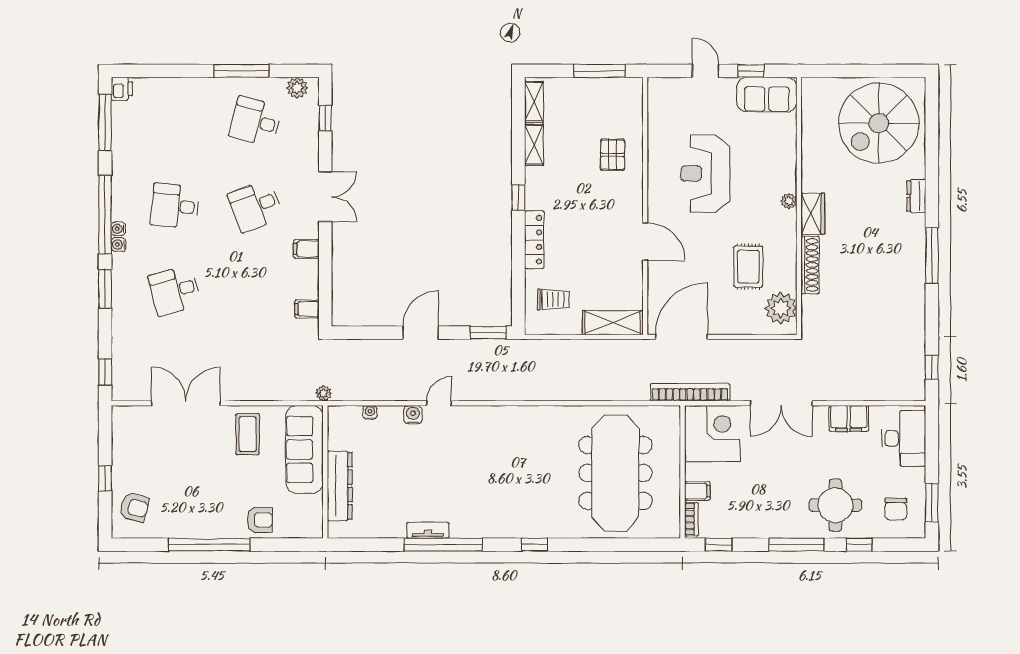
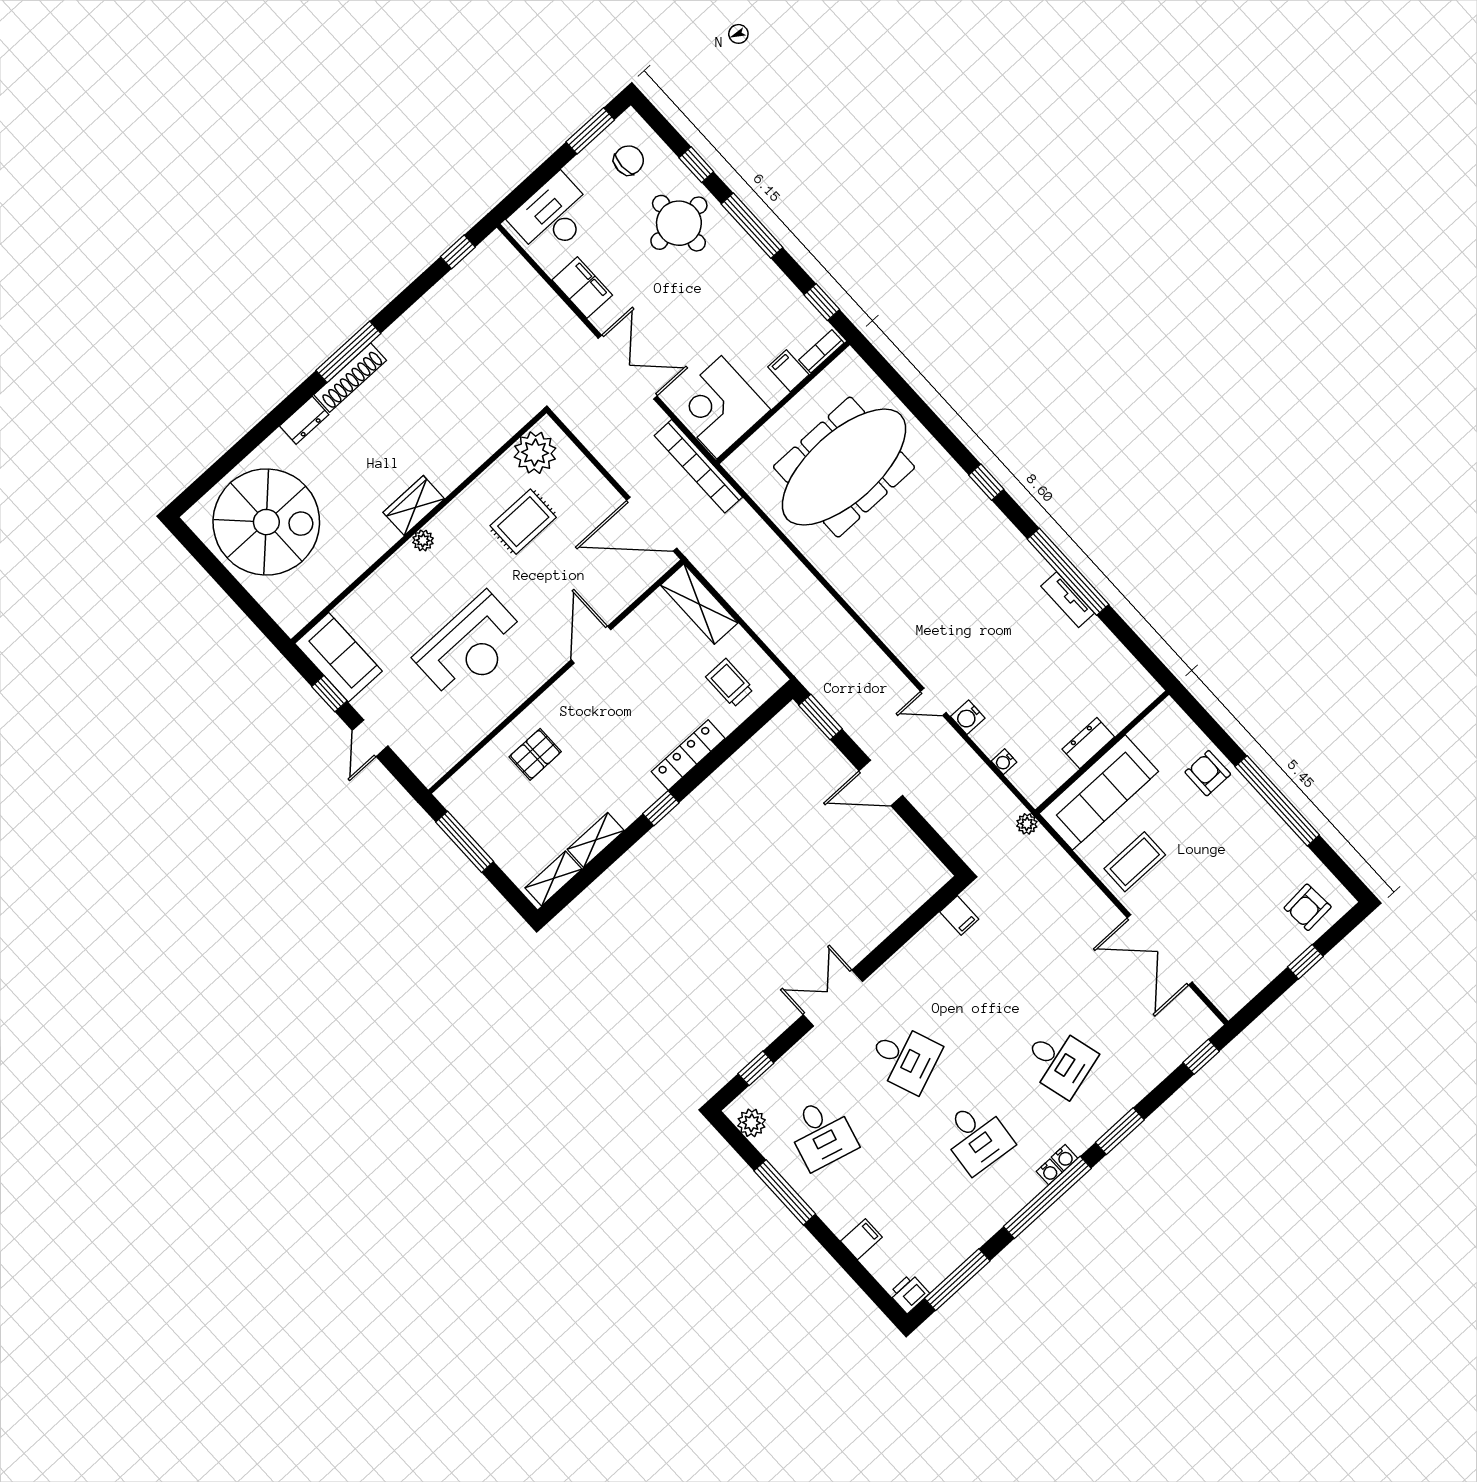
filing cabinet: (306, 249) -> (861, 1239), moved, turned -90
shoe rack: (810, 265) -> (350, 378), moved, turned 180
dresser: (340, 486) -> (1088, 743), width x0.51, depth x0.80
armchair: (134, 507) -> (1308, 907), turned -109

